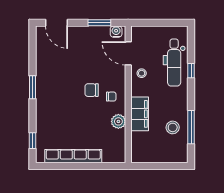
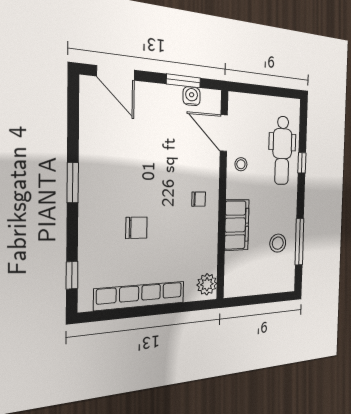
water cooler: (116, 32) -> (192, 96), moved
chair: (92, 90) -> (136, 228), moved, turned 180
plant: (118, 121) -> (207, 284), moved

